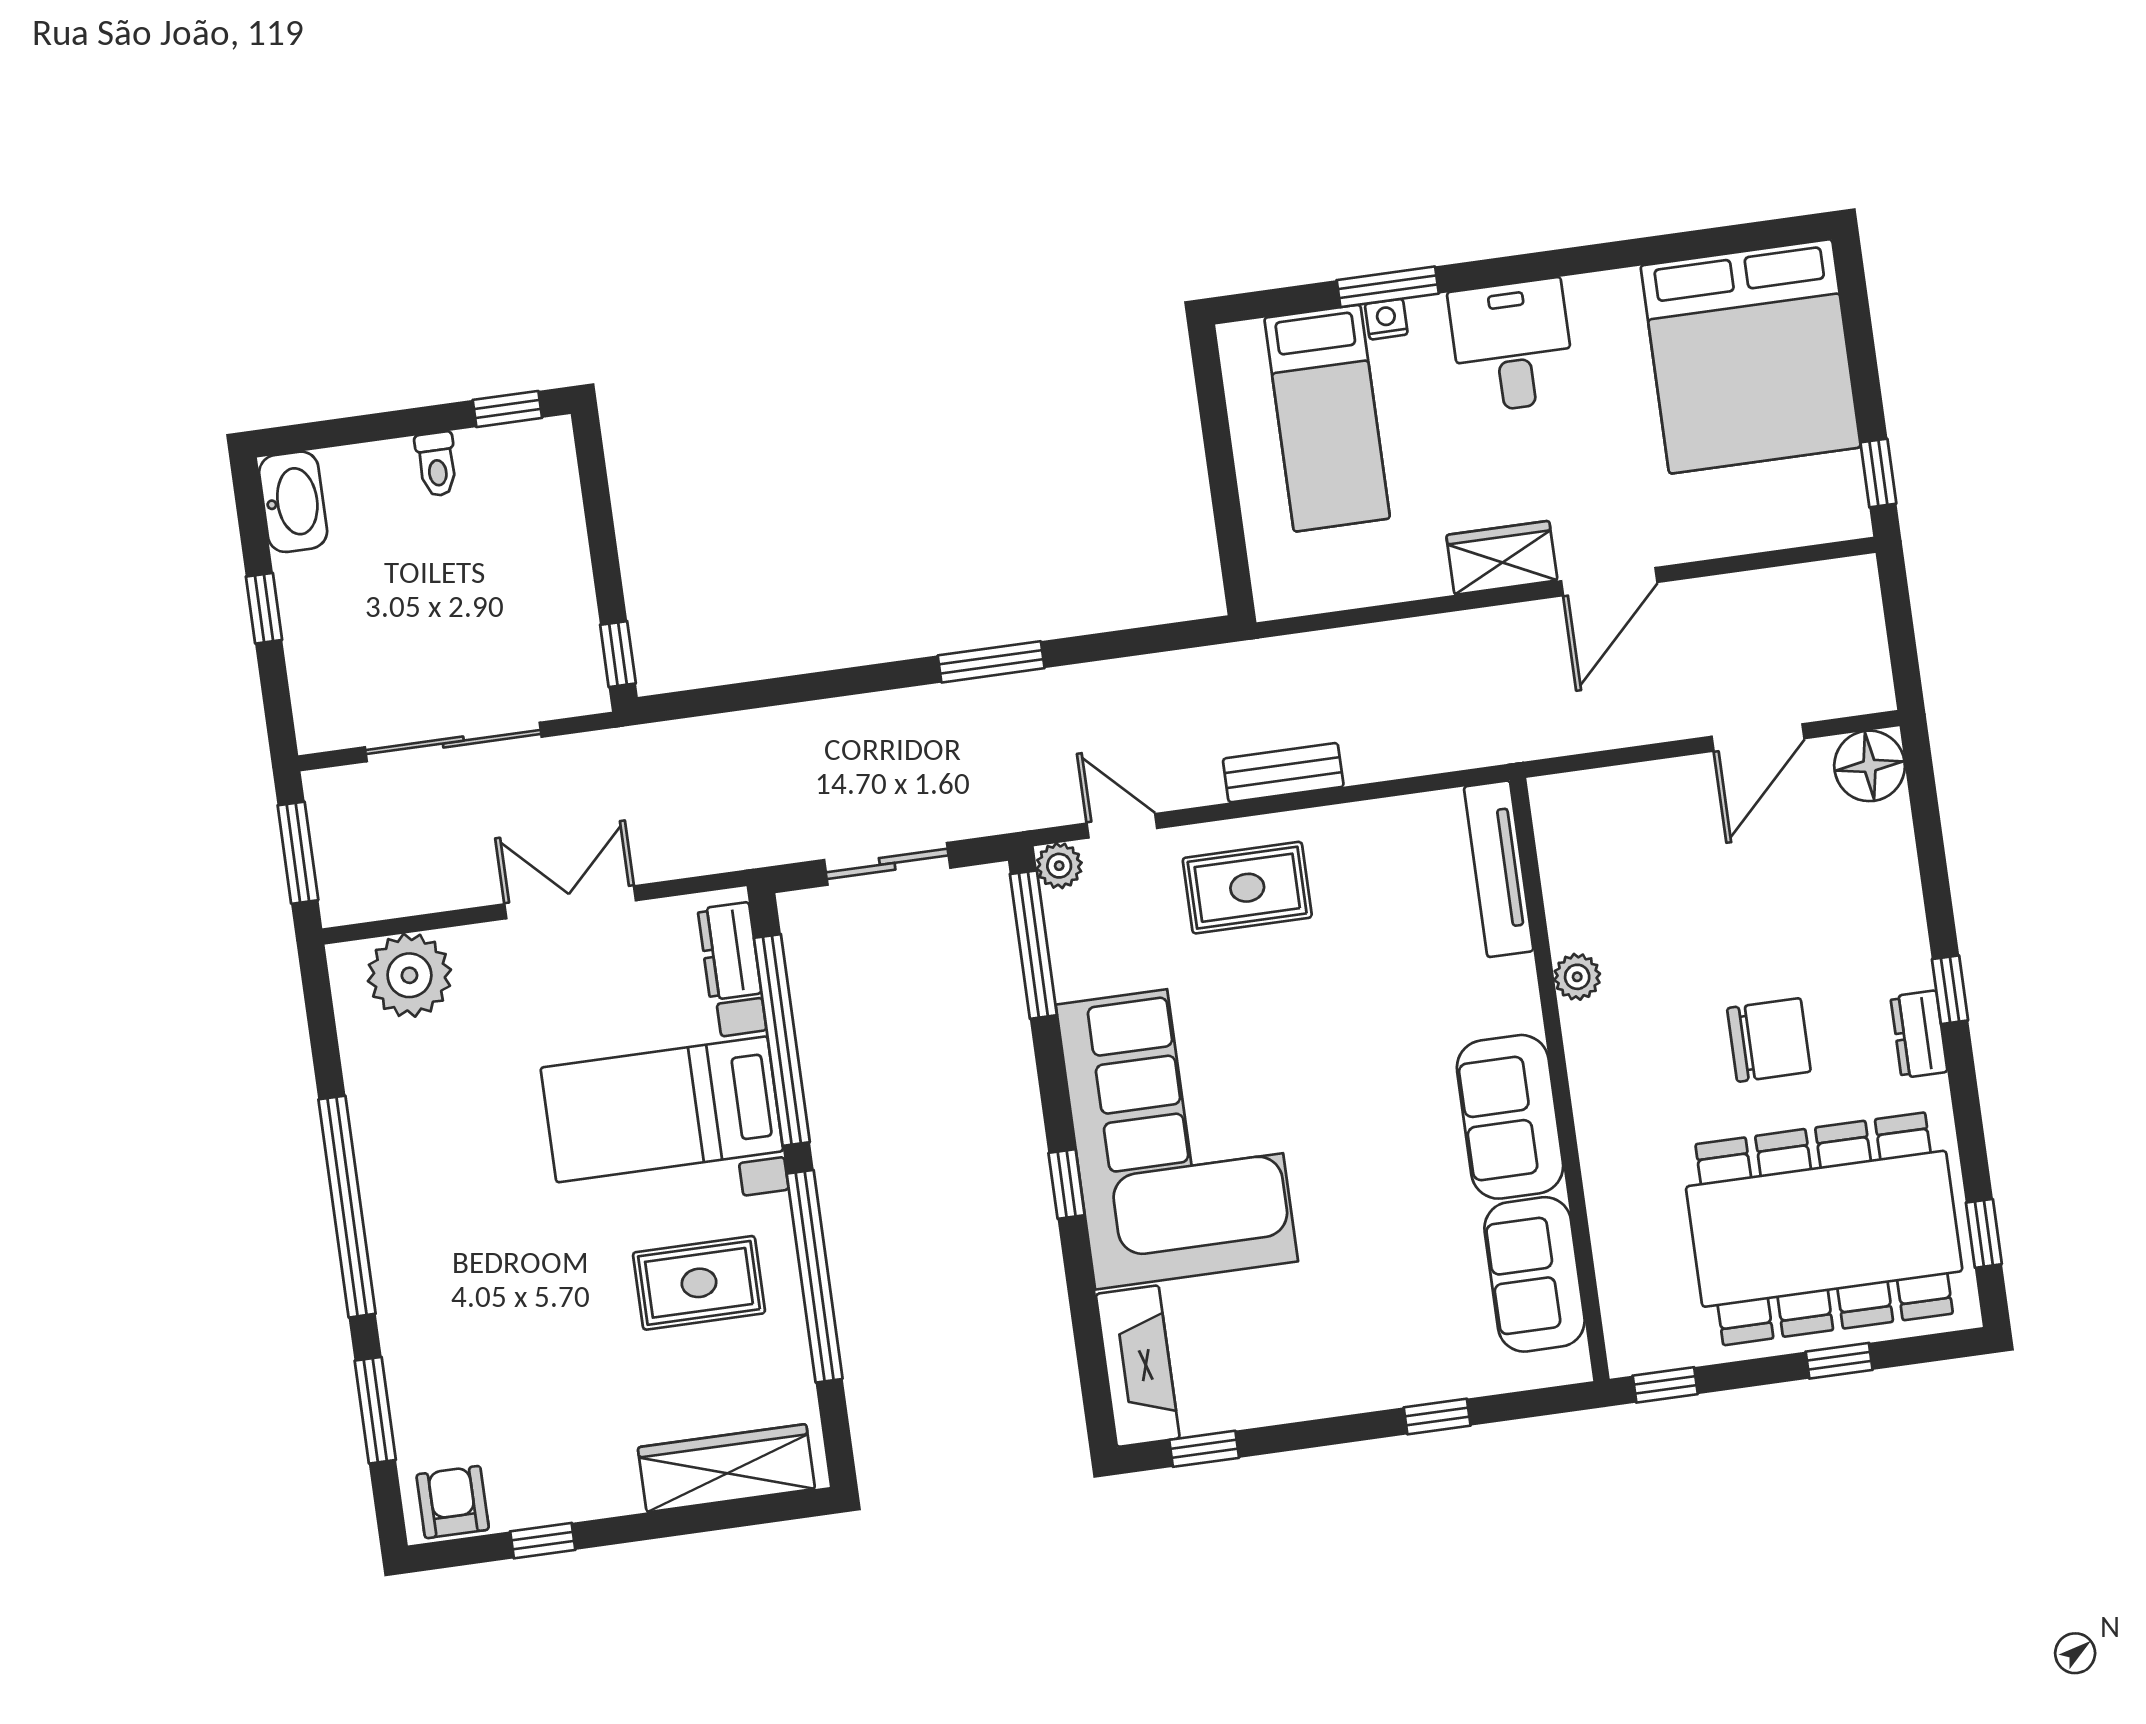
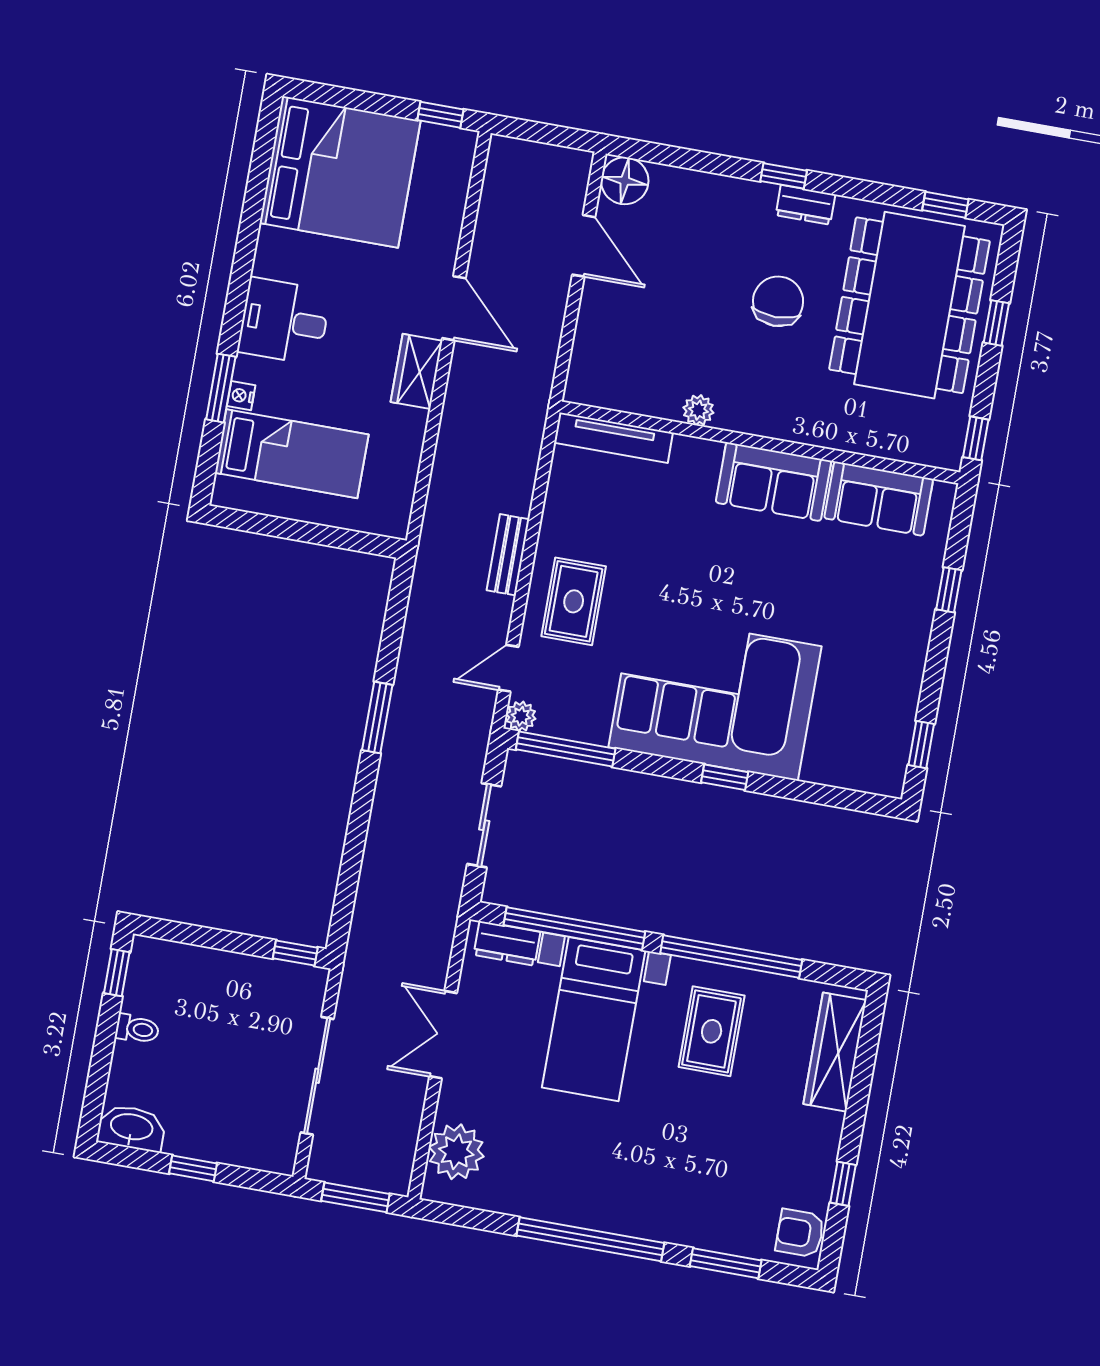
fireplace: (1138, 1366) -> (855, 770), removed

